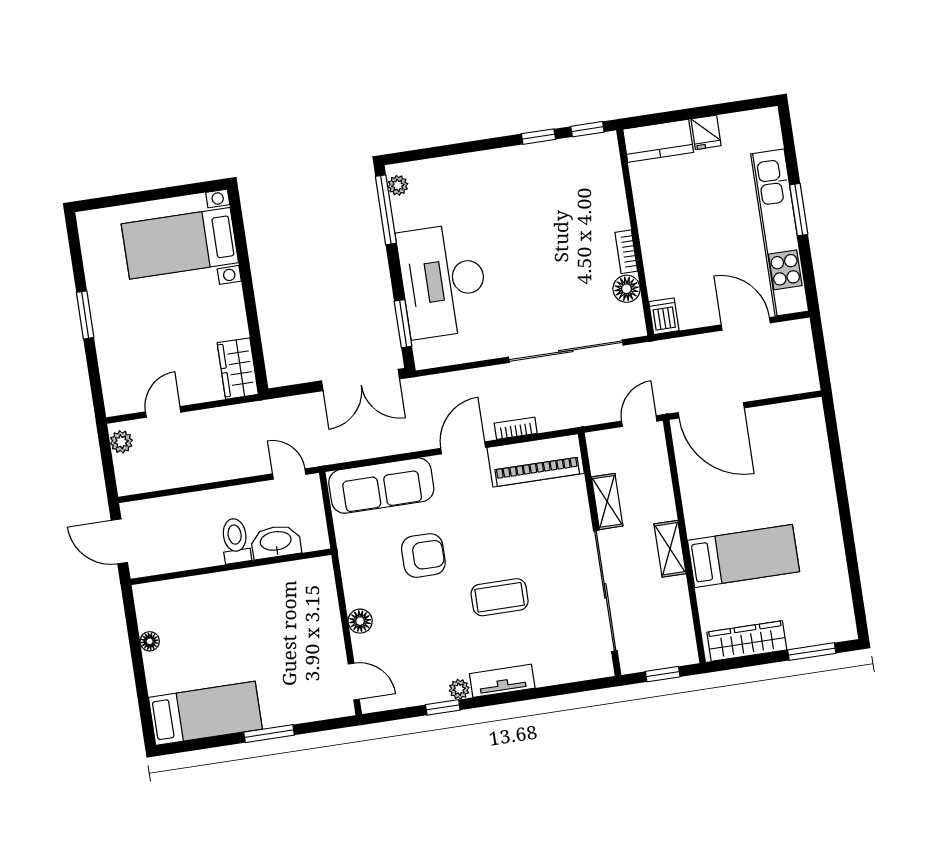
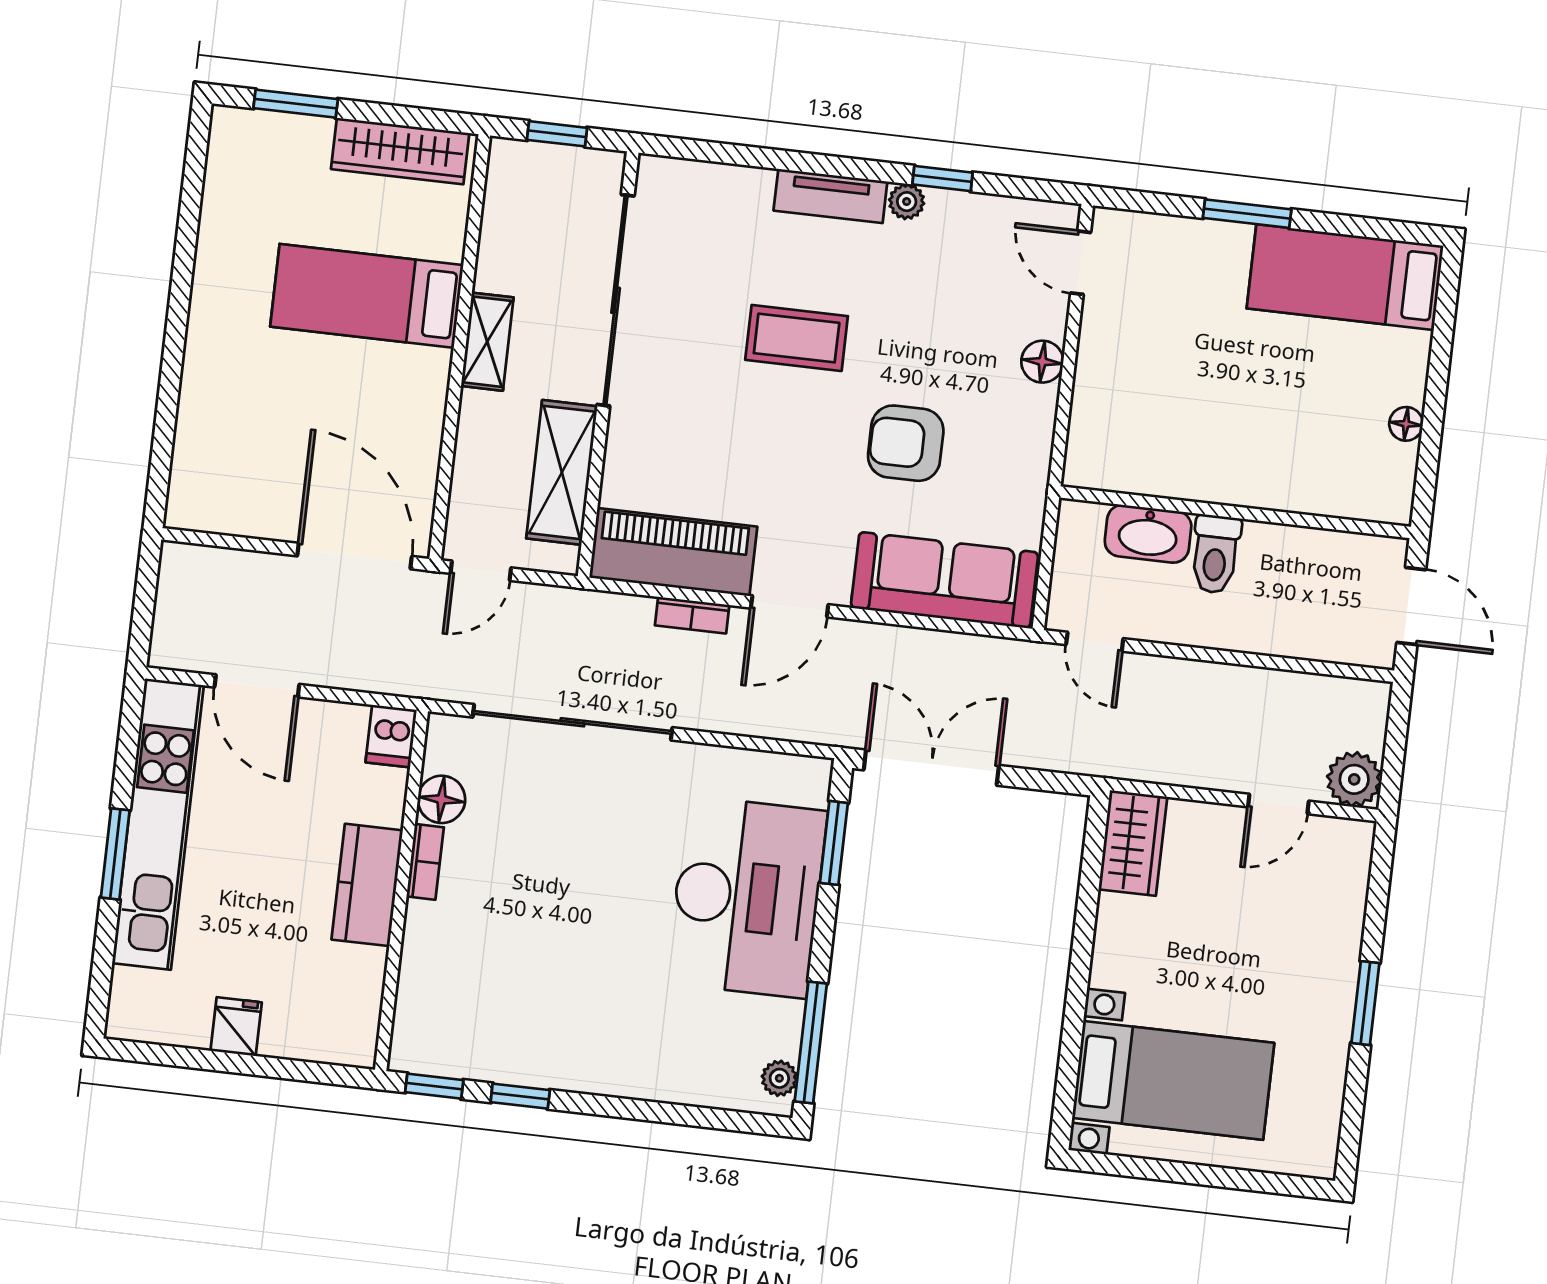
kitchen counter: (658, 141) -> (367, 885), moved, turned -90
plant: (121, 442) -> (1354, 779), width x1.38, depth x1.38
shelving: (607, 501) -> (562, 472), width x1.50, depth x1.33

